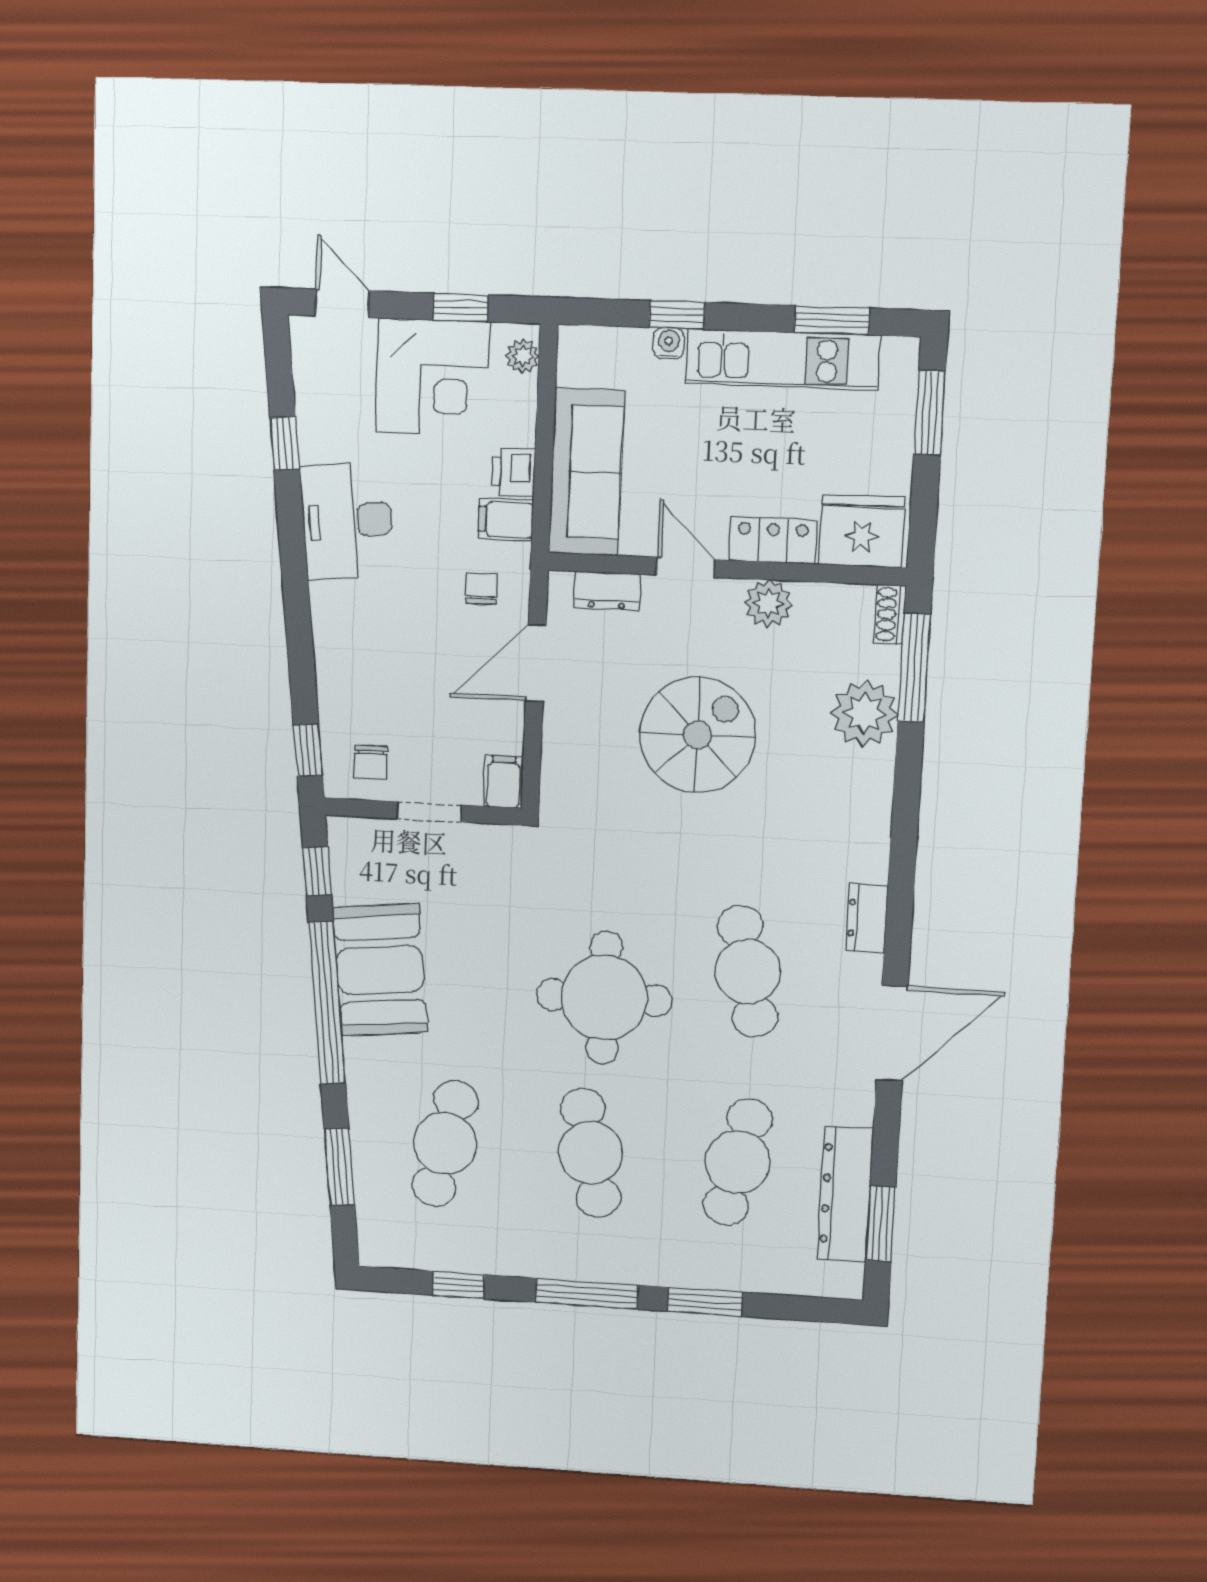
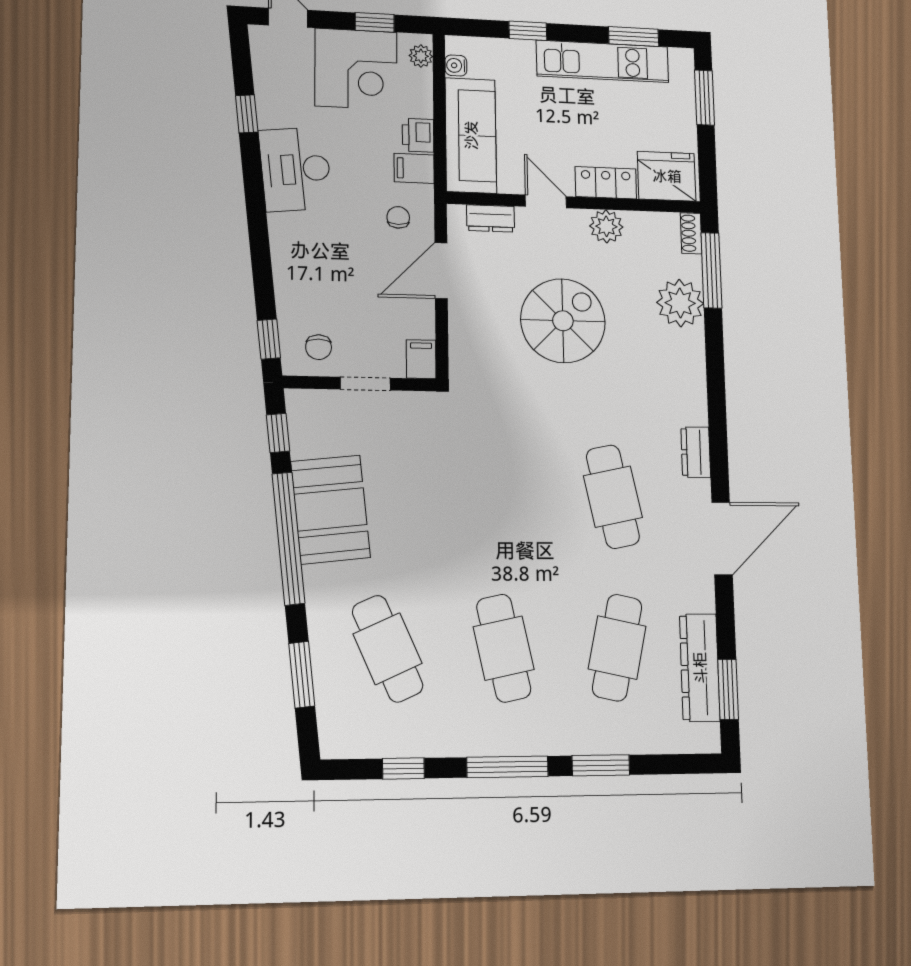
water cooler: (669, 343) -> (456, 65), moved, turned -90
round table: (604, 998) -> (507, 522), removed
cafe table: (445, 1143) -> (388, 649), turned -36

